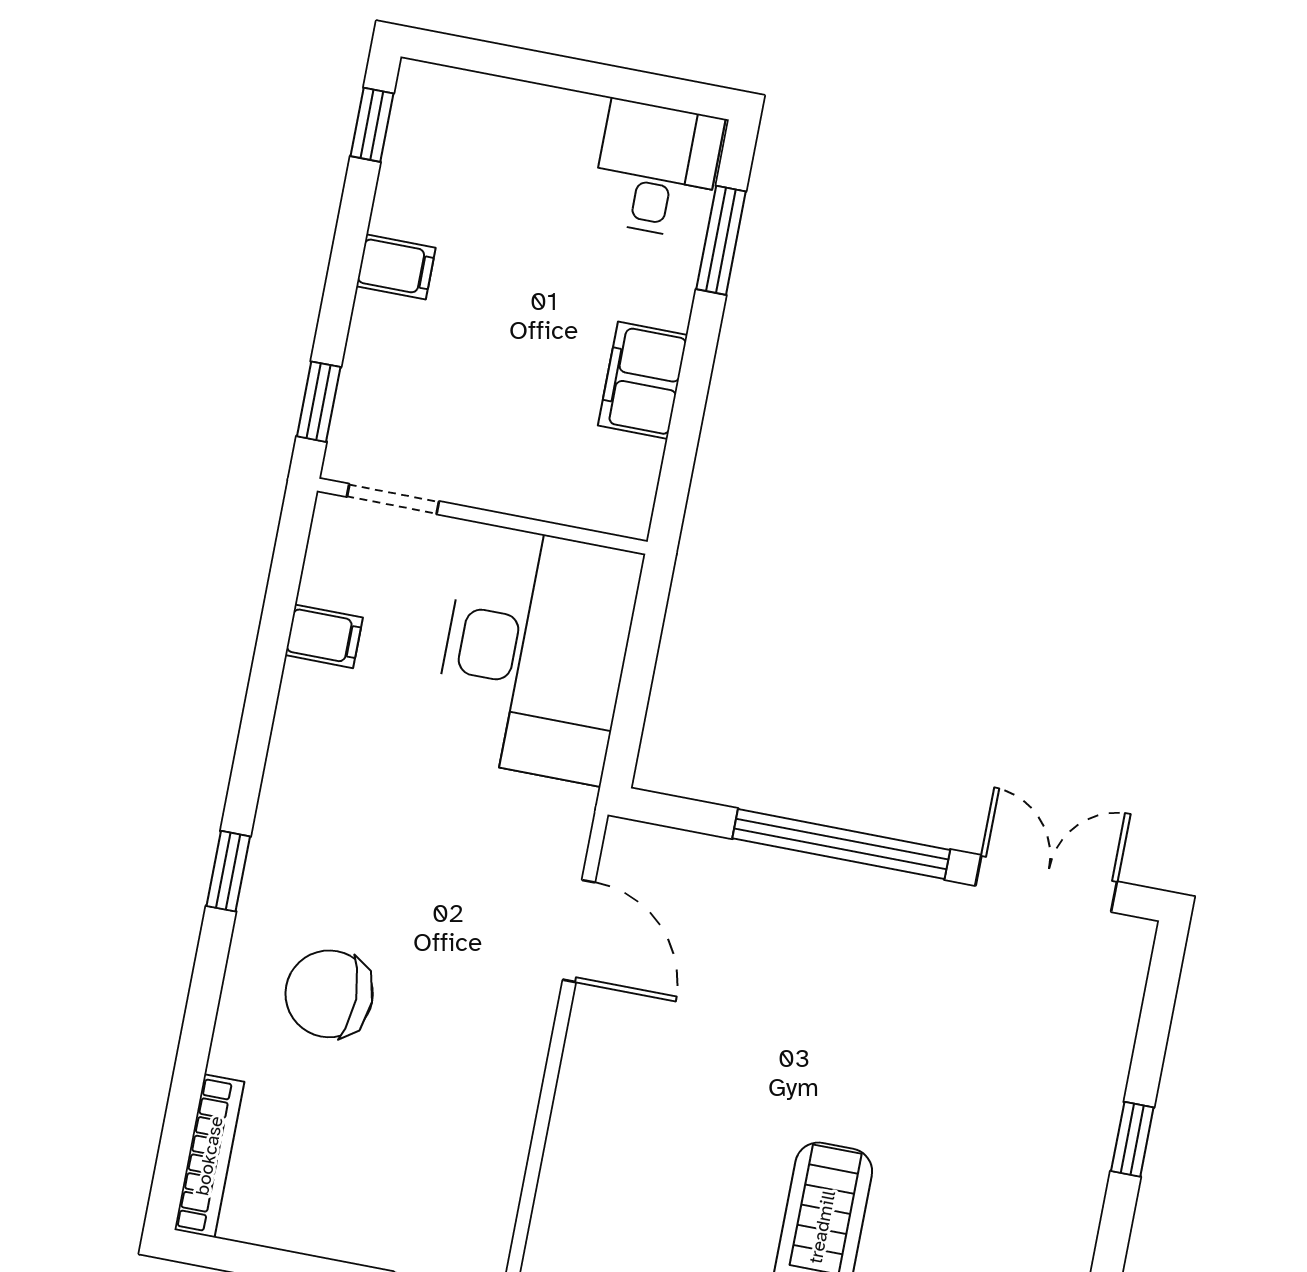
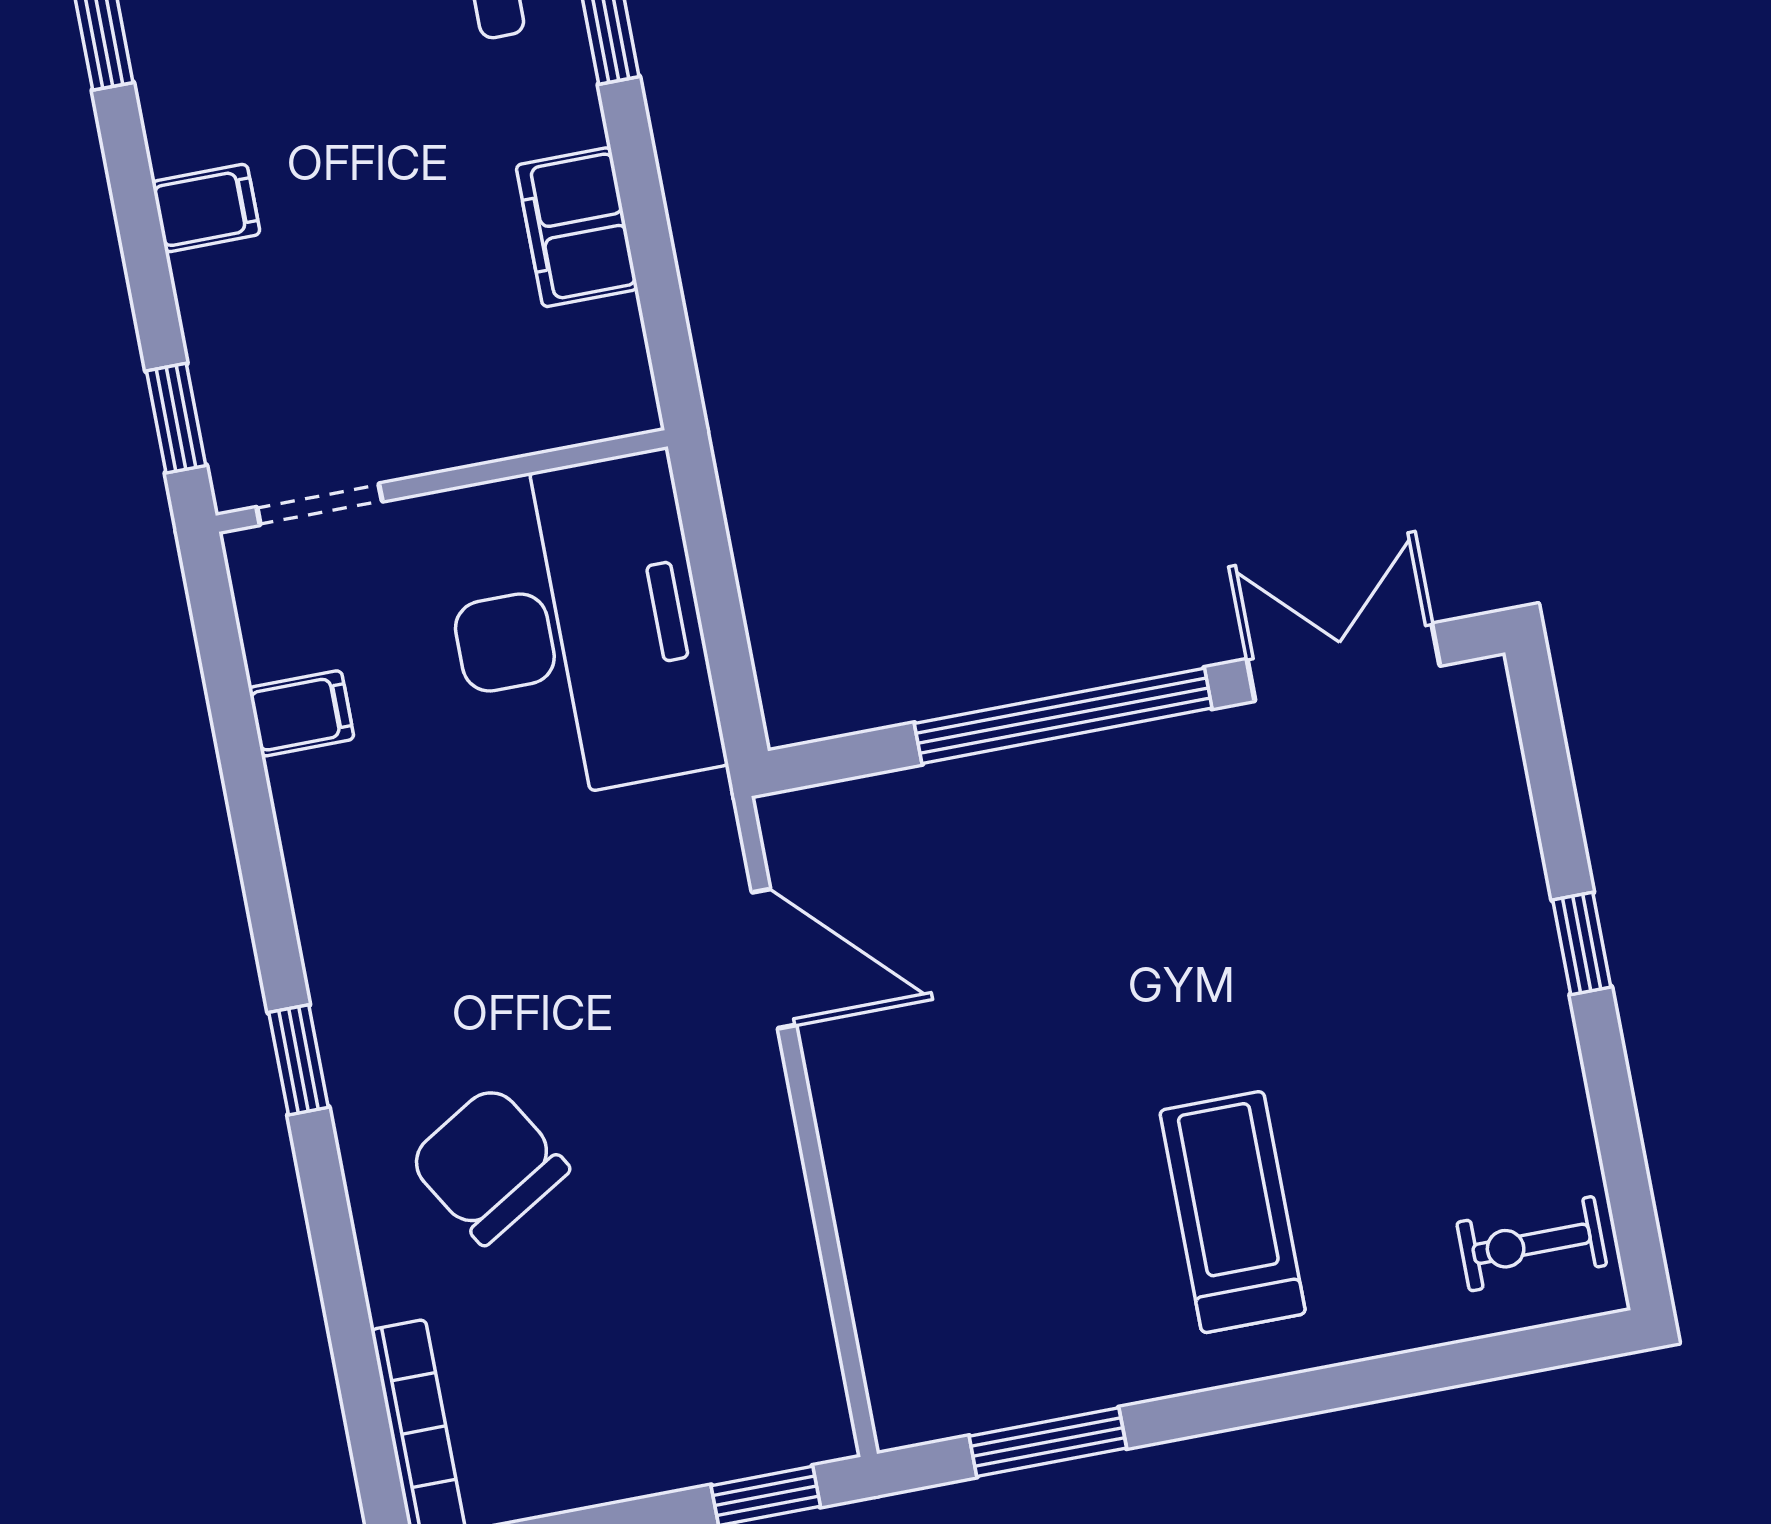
chair: (329, 994) -> (489, 1165), turned 59

